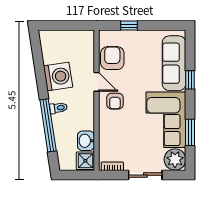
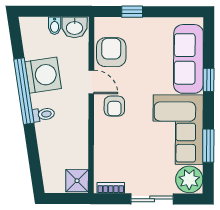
bidet: (67, 37) -> (55, 26), added
window: (48, 125) -> (24, 91), moved
washbasin: (86, 141) -> (75, 27), moved, turned -90

